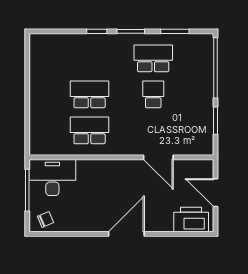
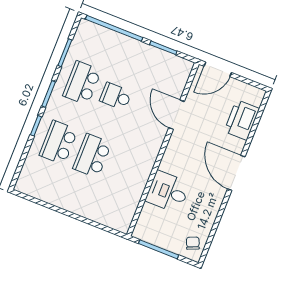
school desk: (90, 130) -> (59, 142), moved
door: (158, 157) -> (177, 115), swing flipped
desk: (52, 178) -> (168, 192), moved, width x0.73
door: (215, 193) -> (218, 69), moved
printer: (191, 220) -> (242, 120), moved

